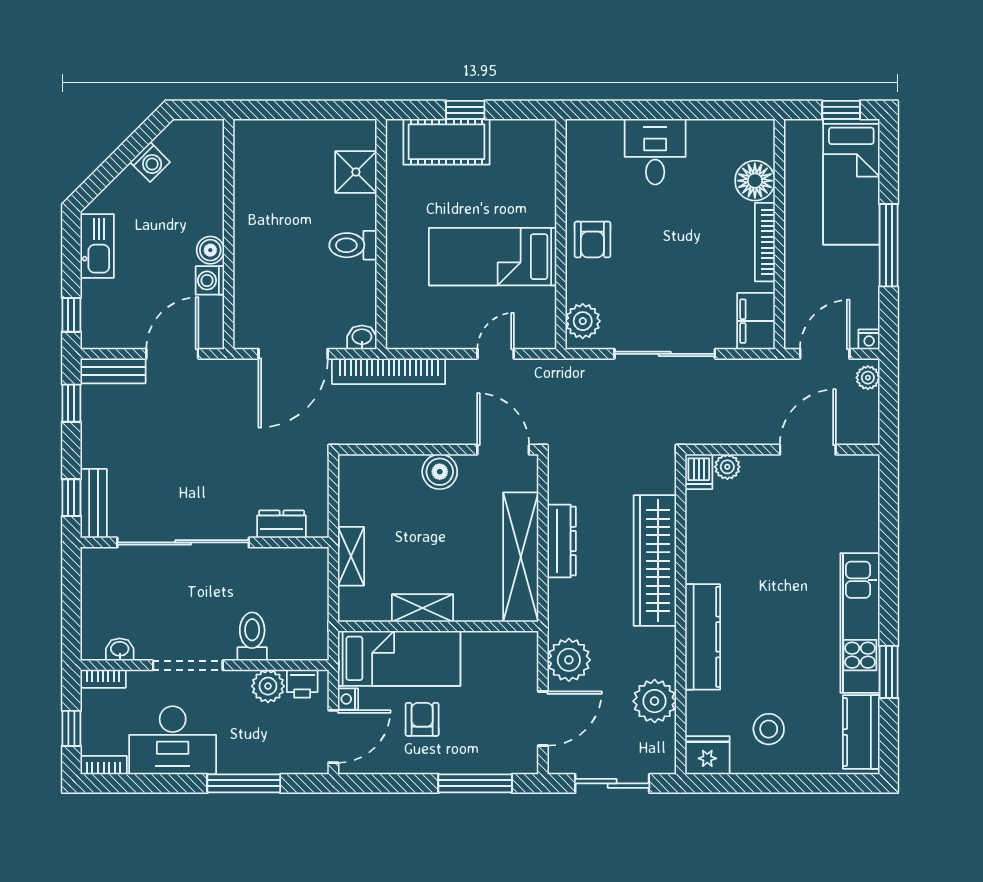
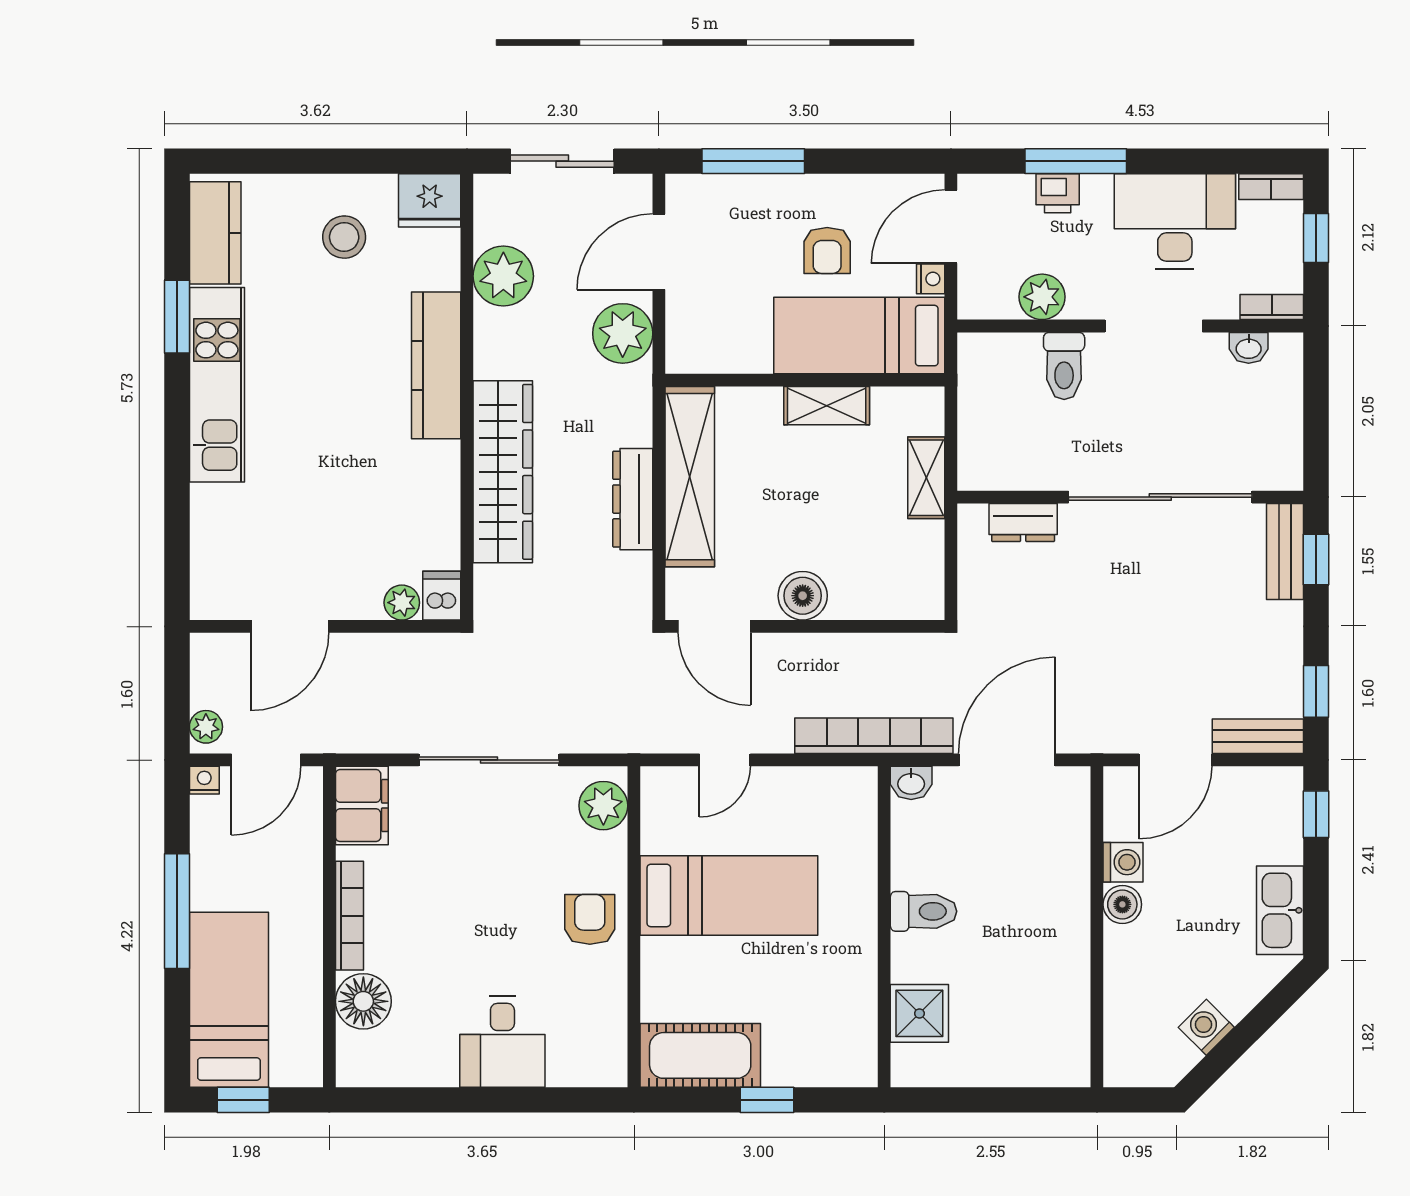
cot: (446, 142) -> (700, 1055), moved
printer: (302, 684) -> (1058, 193), moved, turned 180

